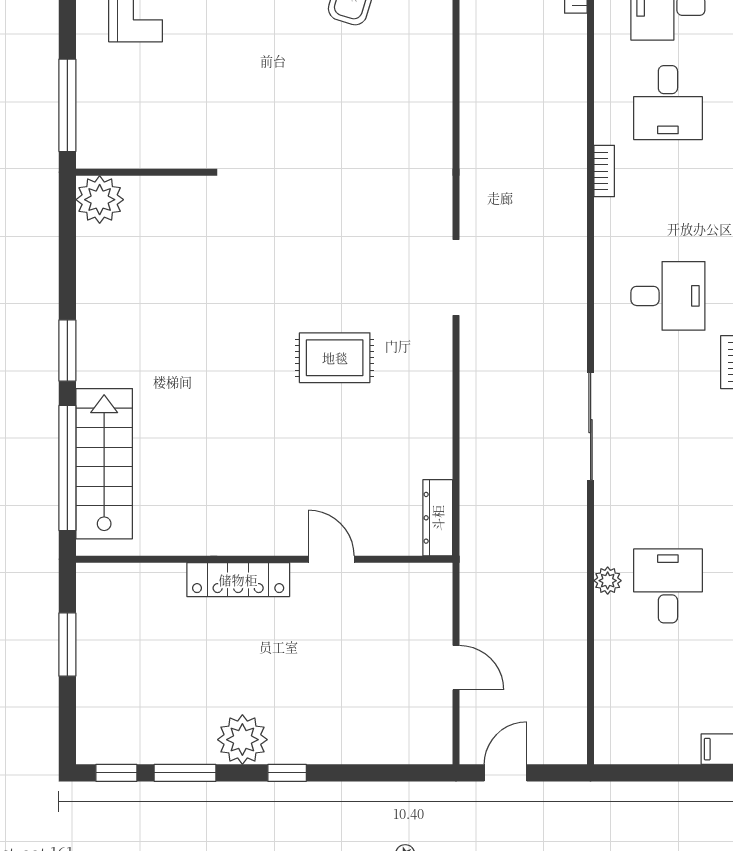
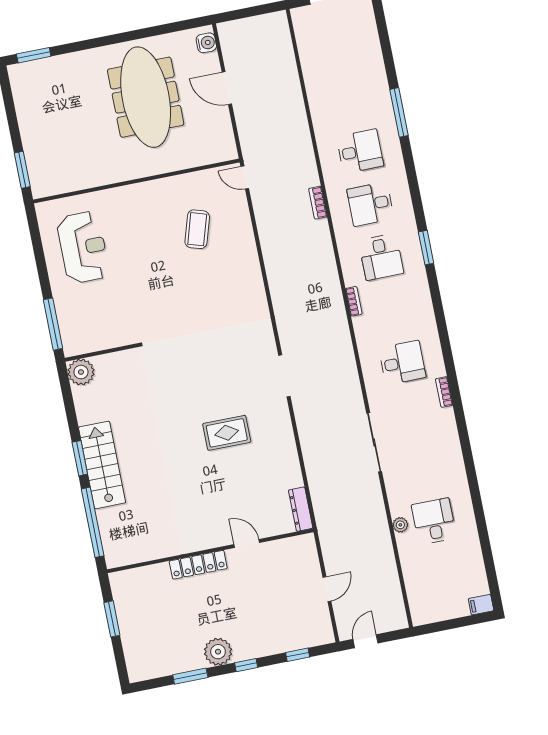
stairs: (104, 464) -> (102, 465), moved
door: (456, 668) -> (327, 589), hinge flipped
window: (116, 773) -> (298, 655), moved

